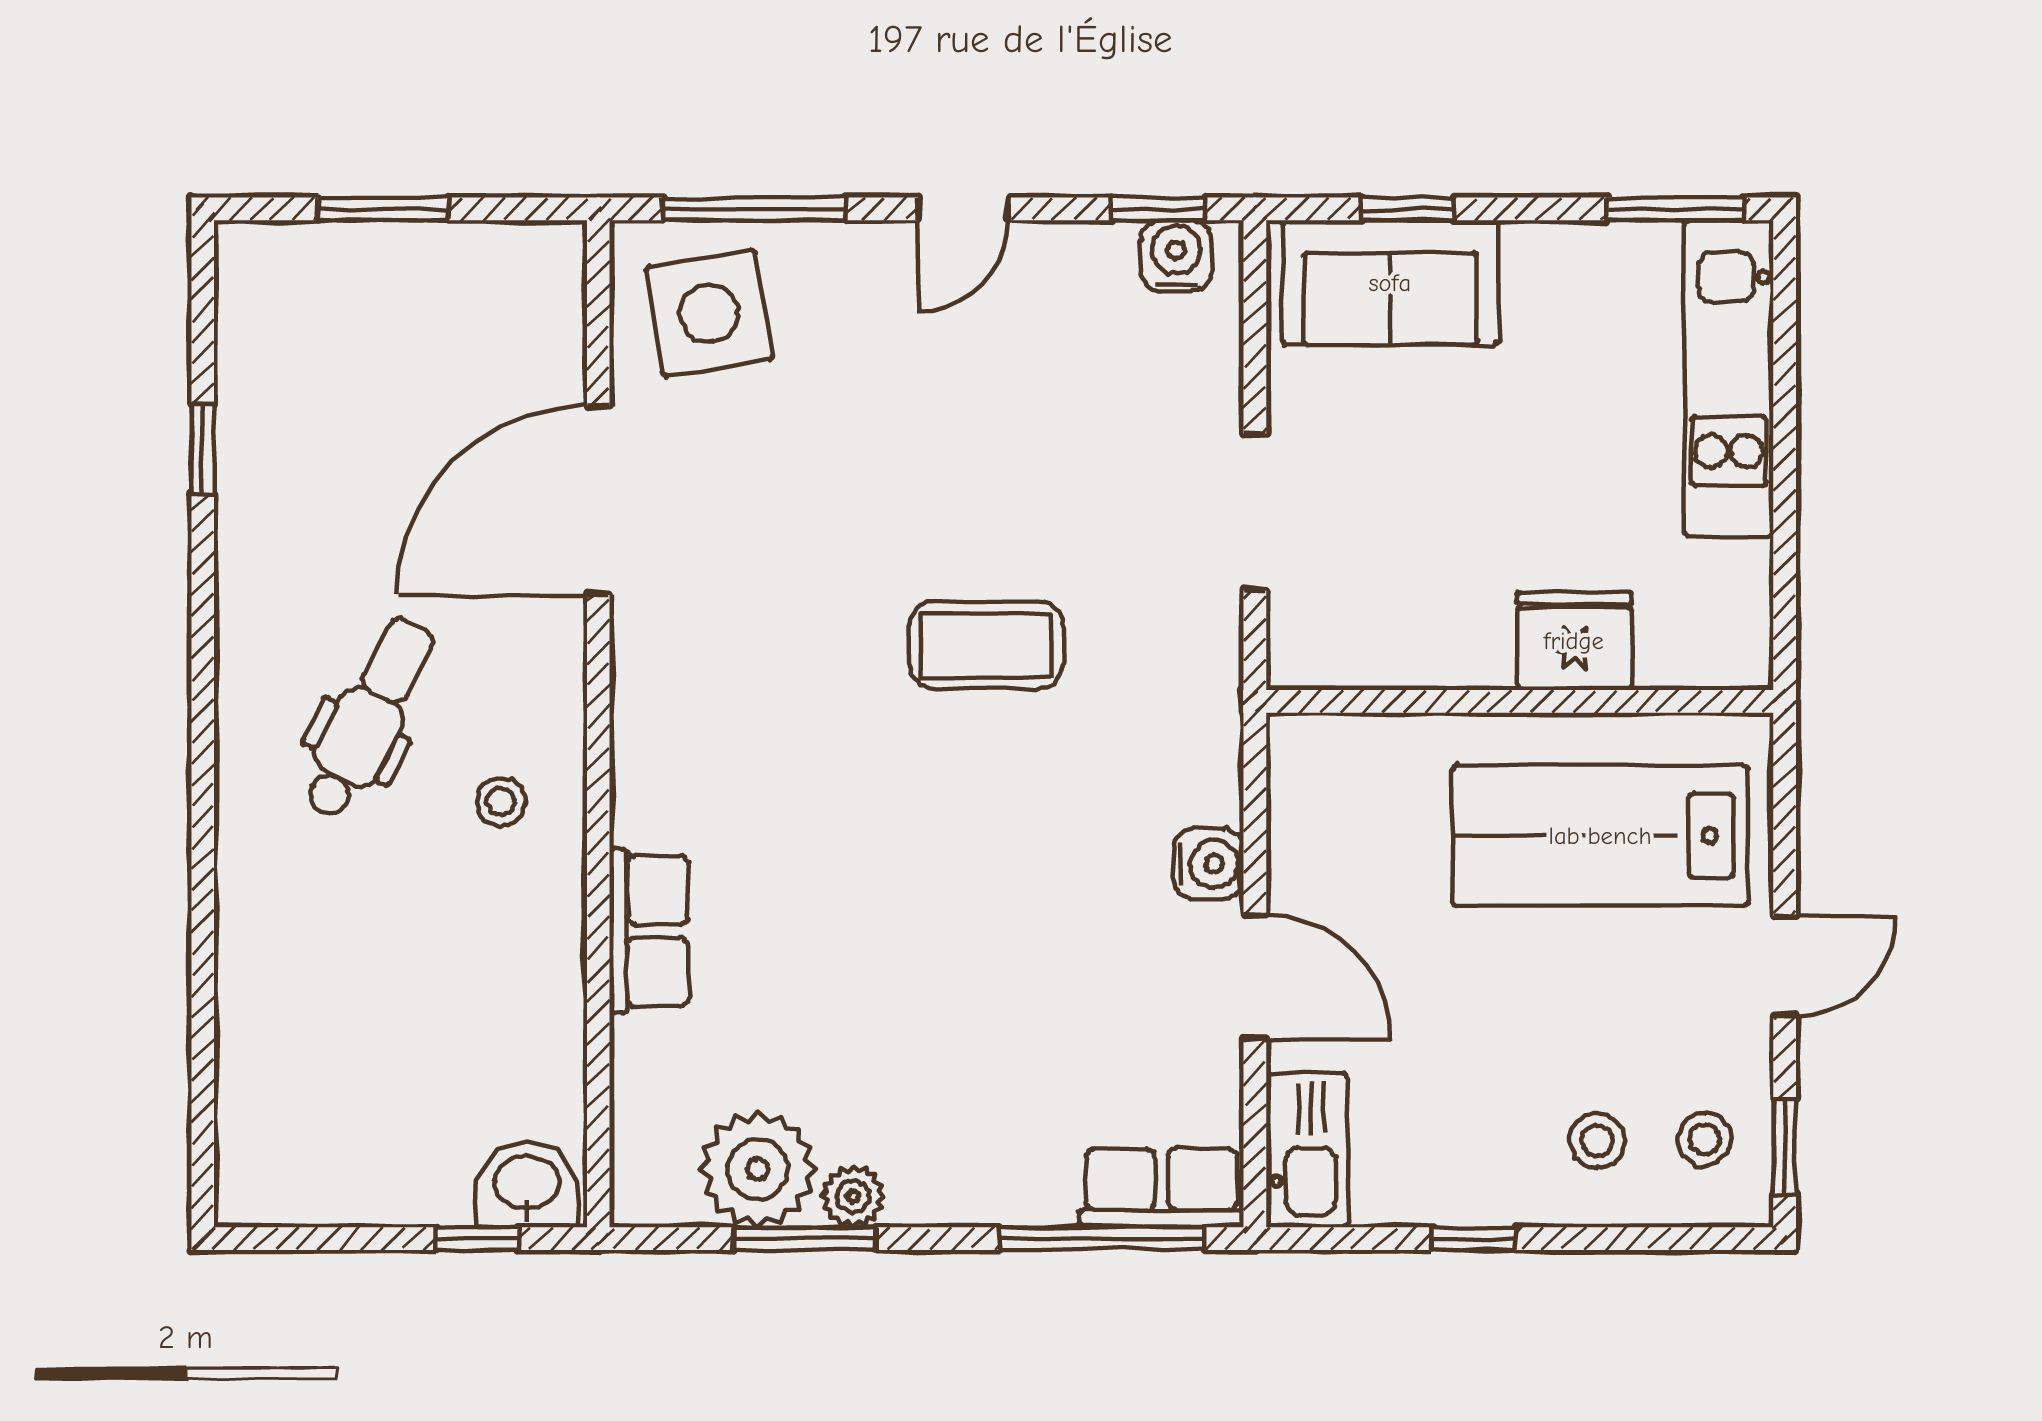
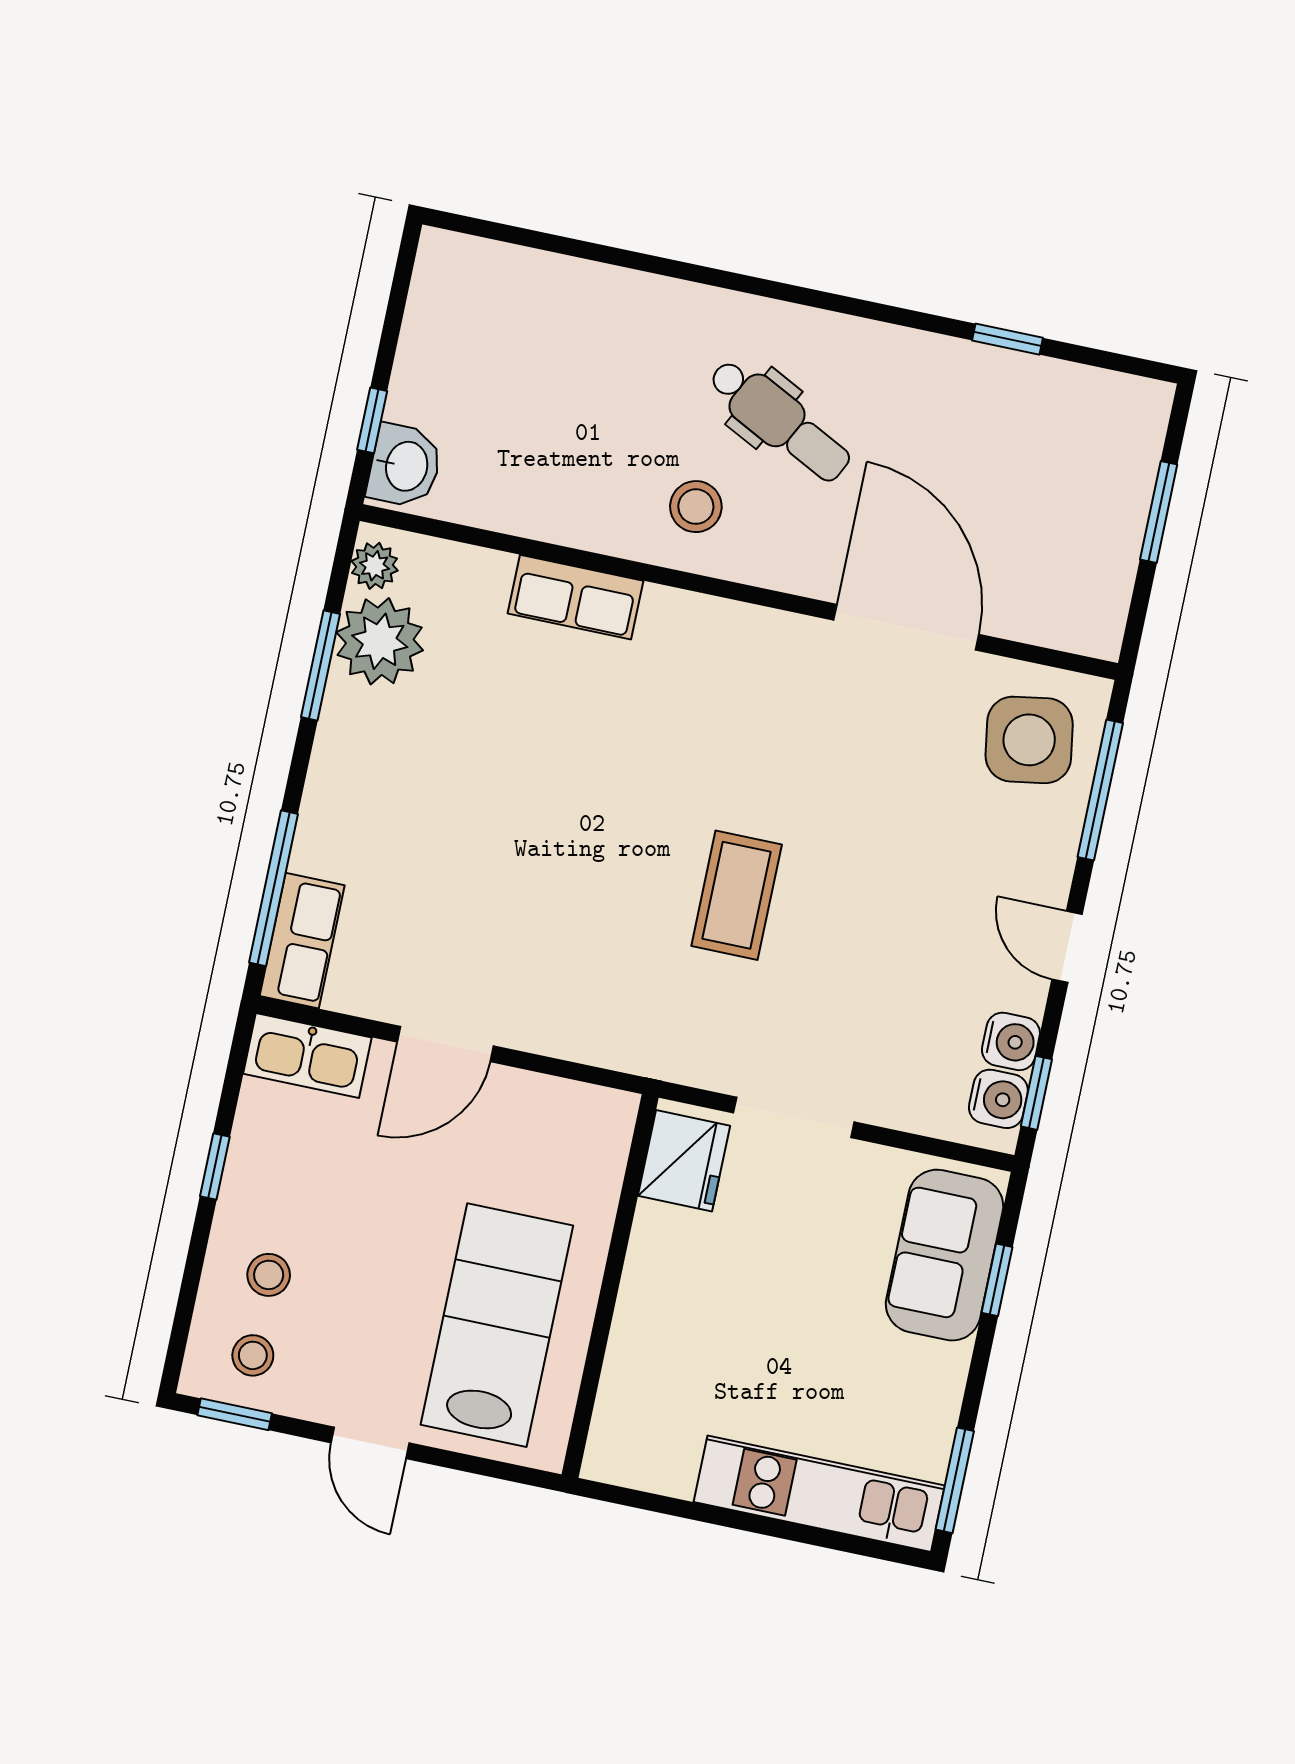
fridge: (1574, 641) -> (684, 1161), moved
stool: (501, 802) -> (696, 507), width x1.37, depth x1.37
water cooler: (1209, 864) -> (1011, 1041), moved, turned -90
plant: (853, 1196) -> (375, 566), moved

